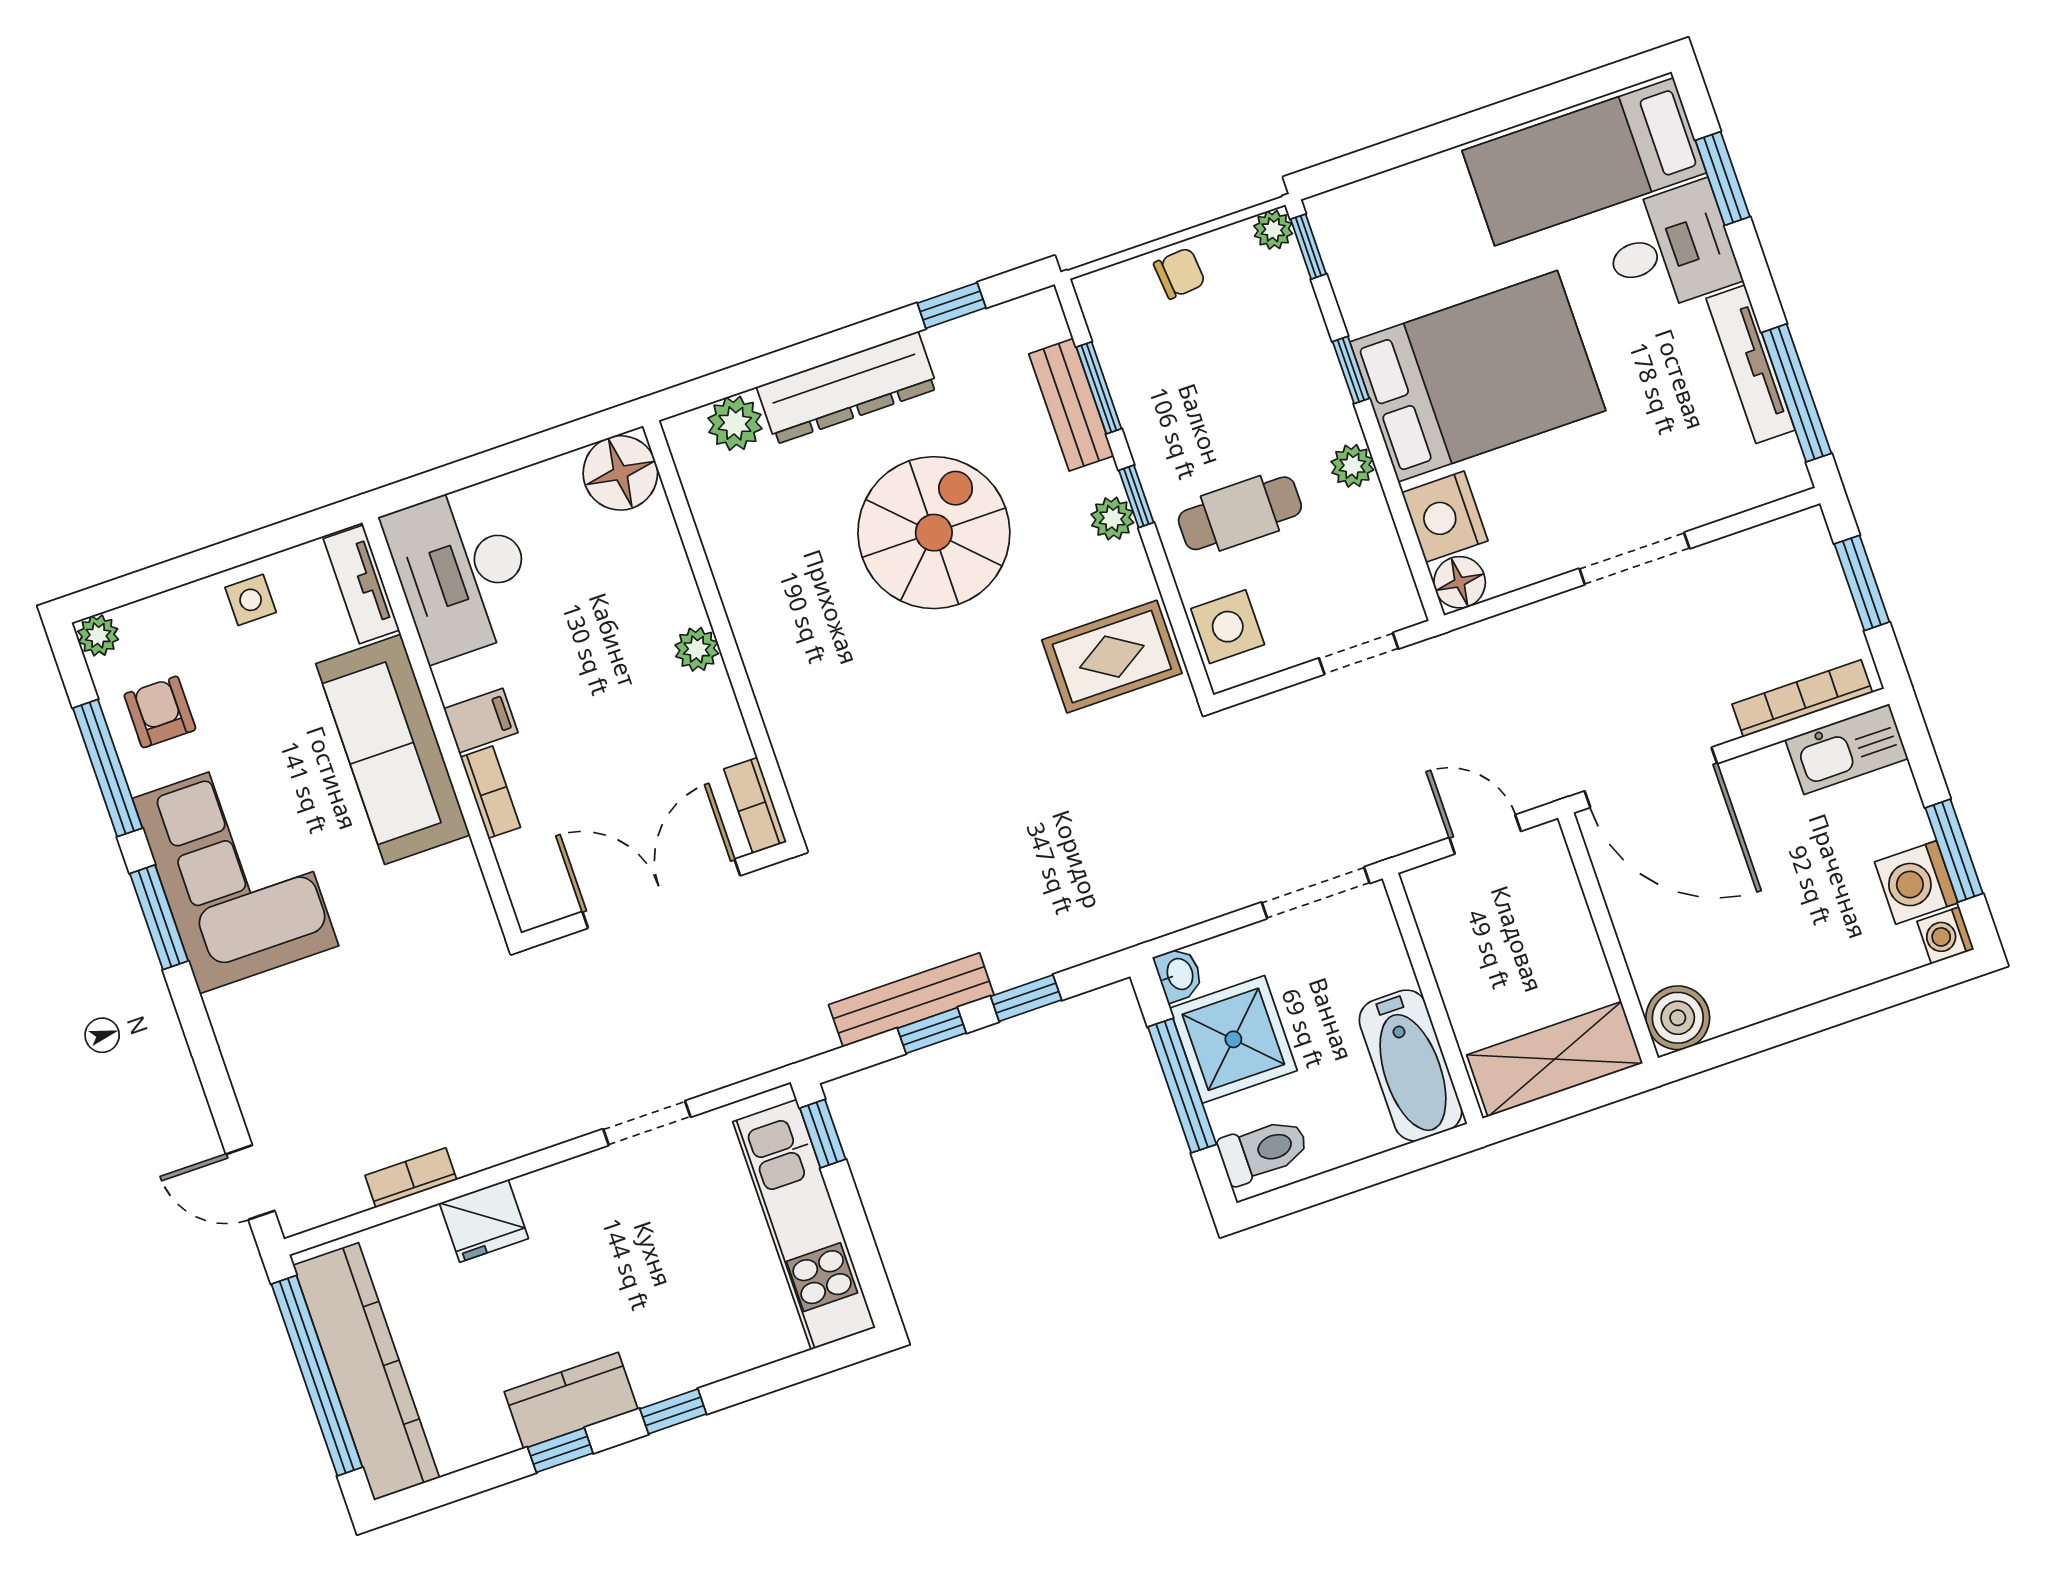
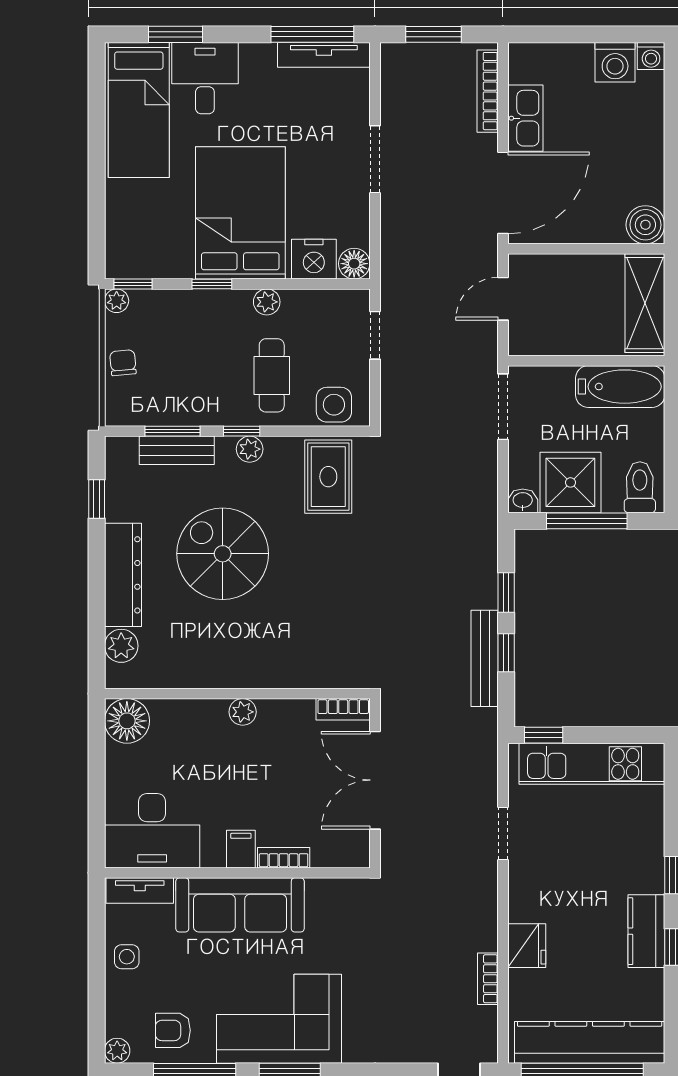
tv unit: (1751, 364) -> (324, 55), moved
kitchen sink: (1847, 749) -> (525, 118), moved
window: (1954, 851) -> (604, 34), removed

